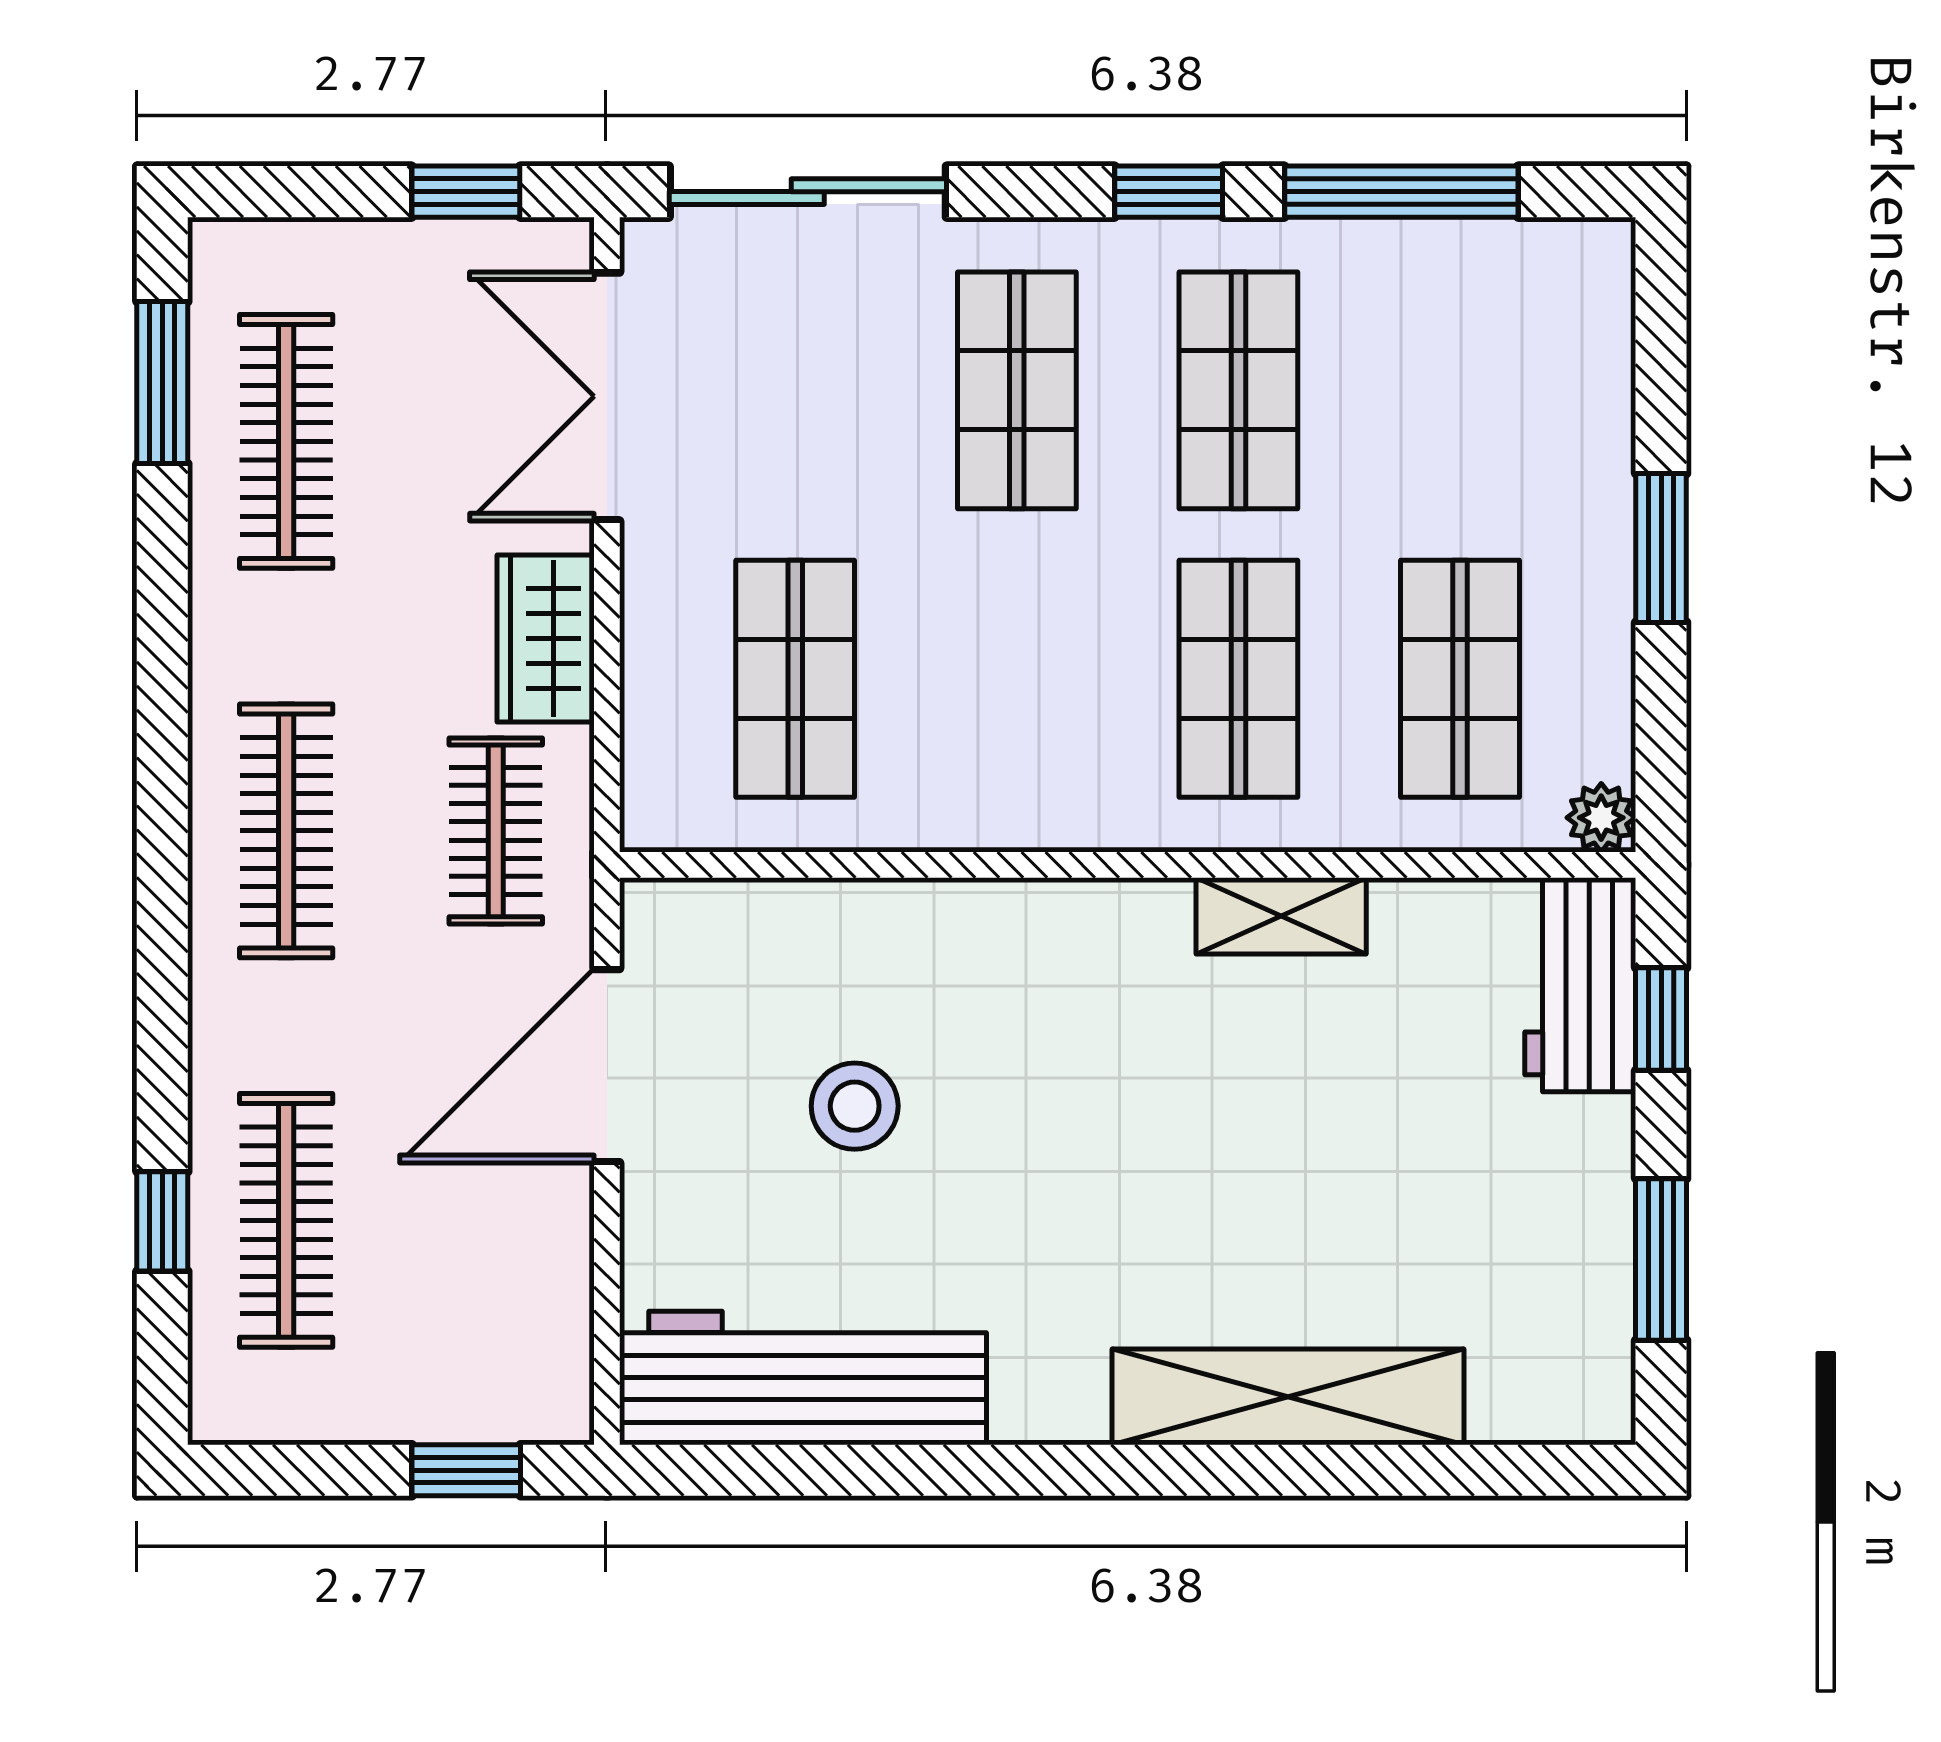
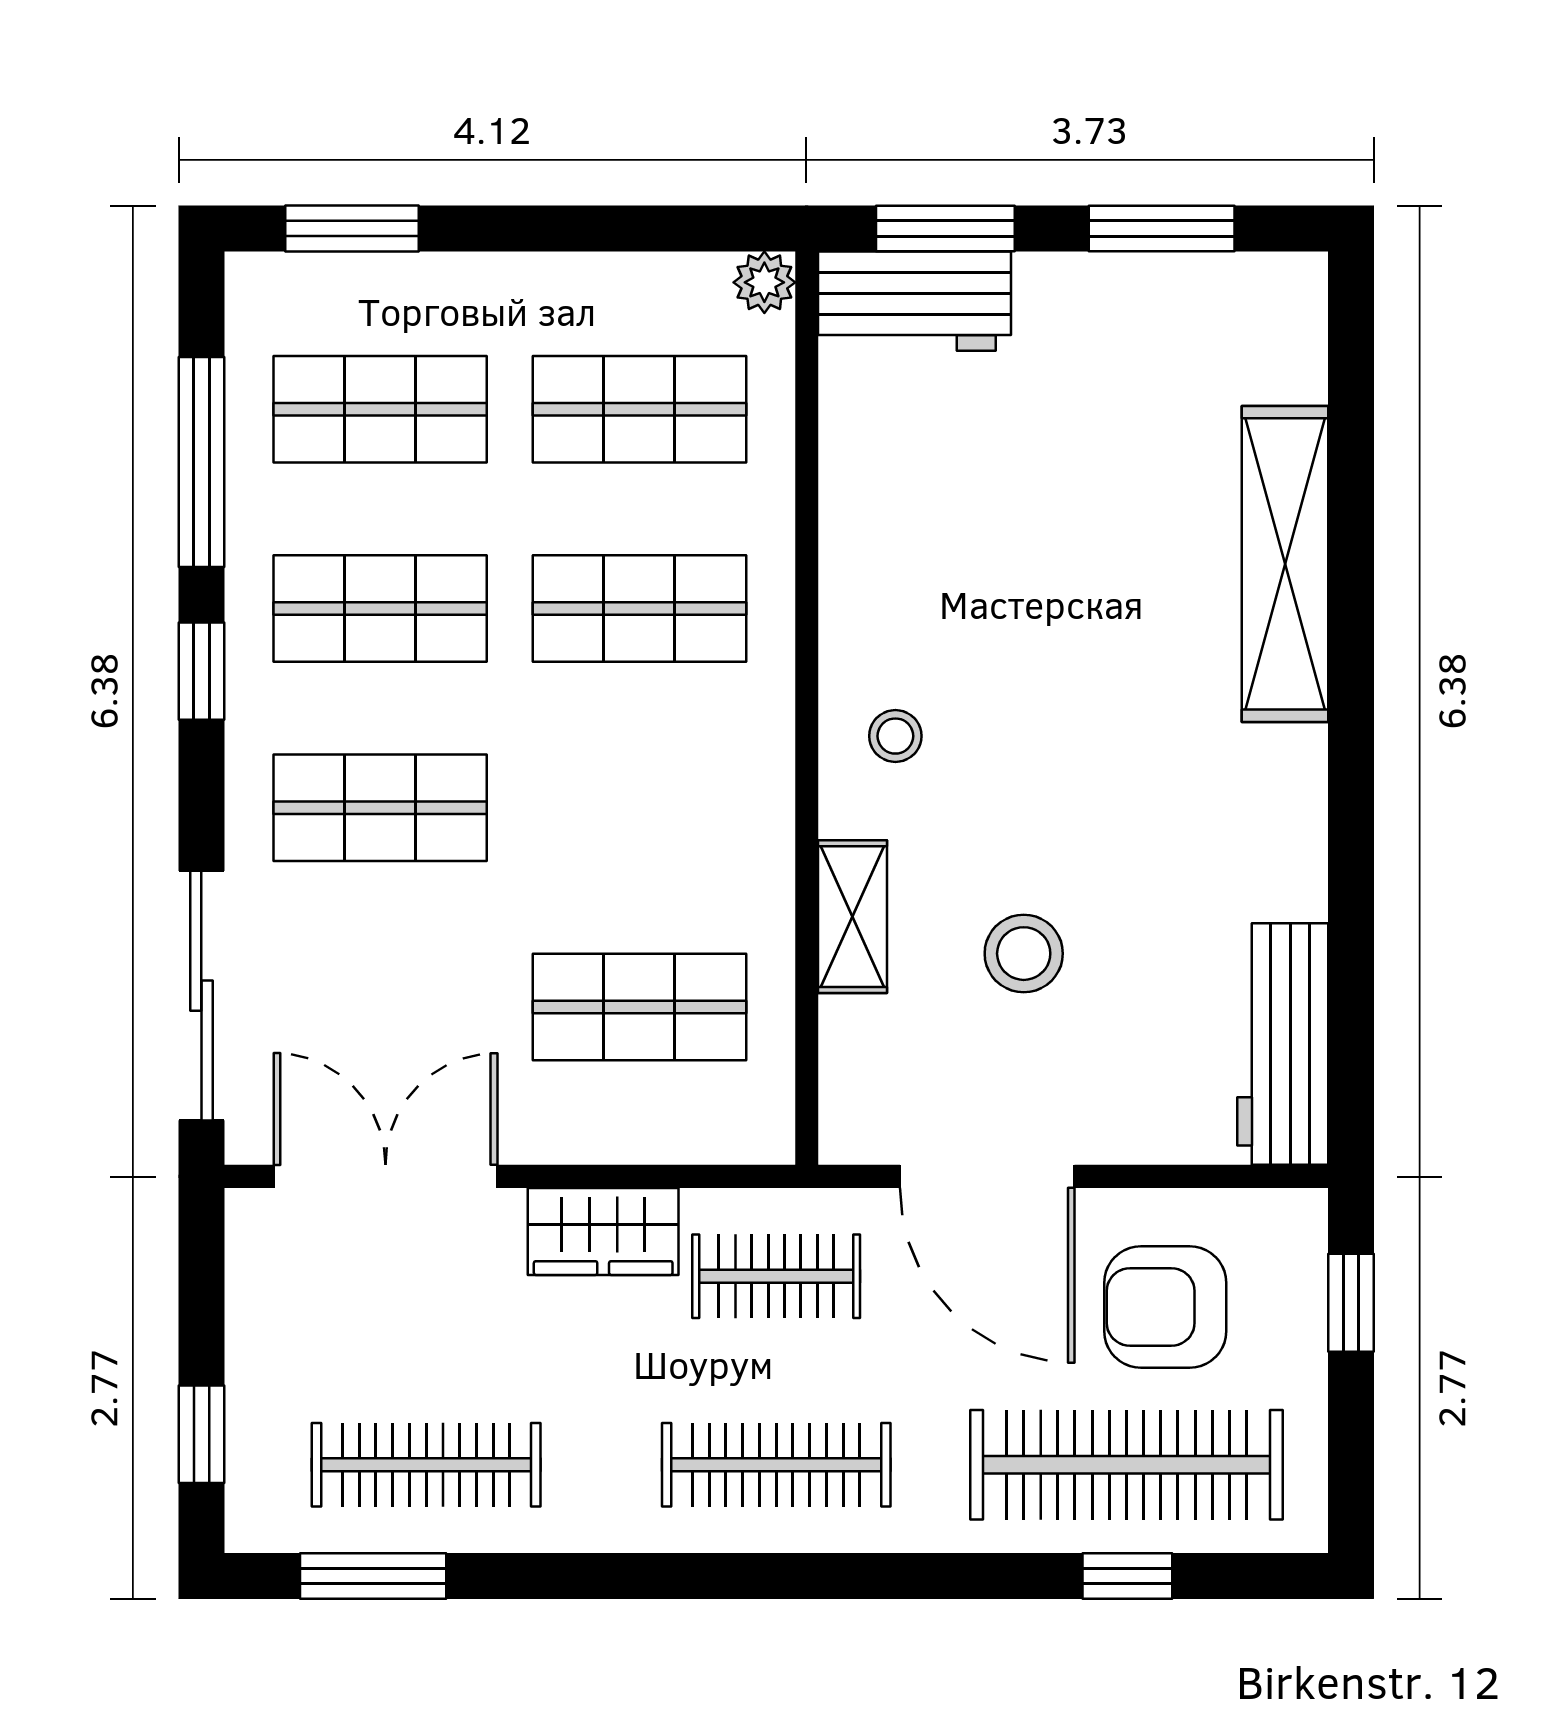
window: (466, 192) -> (201, 1434), moved
shop shelf: (1460, 390) -> (380, 409), added
double door: (607, 396) -> (386, 1176), swing flipped
window: (1661, 548) -> (352, 228), moved
shelving: (1281, 916) -> (853, 917), moved
stool: (1097, 963) -> (895, 736), added
window: (1661, 1019) -> (945, 228), width x1.50
clothes rail: (286, 1220) -> (1126, 1465), width x1.37, depth x1.31
armchair: (462, 1264) -> (1165, 1307), added
workbench: (803, 1378) -> (1283, 1044), width x0.73, depth x0.76

